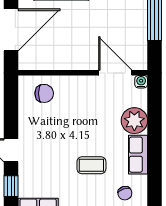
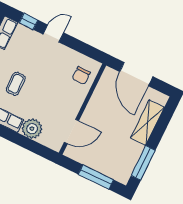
water cooler: (141, 82) -> (57, 146), removed

